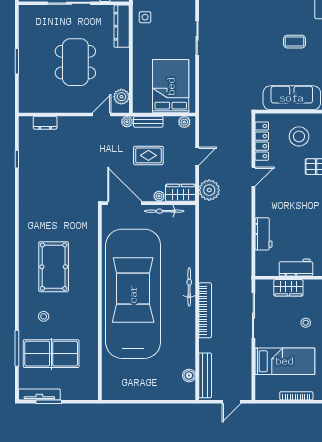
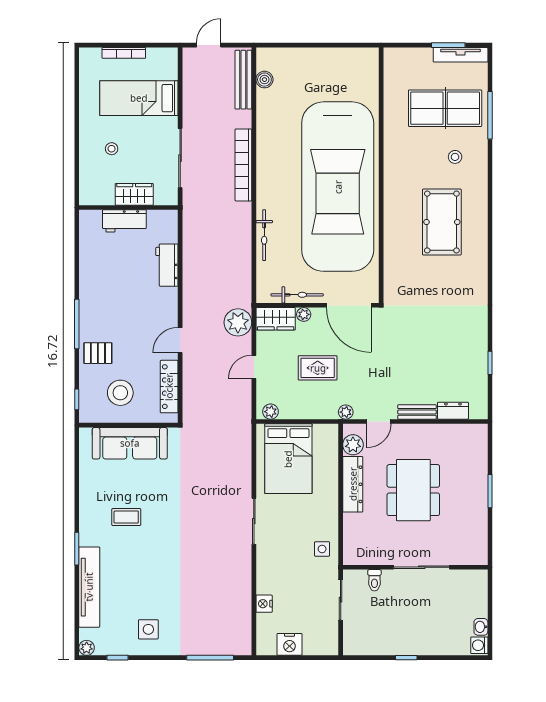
dresser: (122, 26) -> (353, 484), moved
bench: (148, 122) -> (417, 412), moved
bicycle: (189, 287) -> (264, 235), moved

